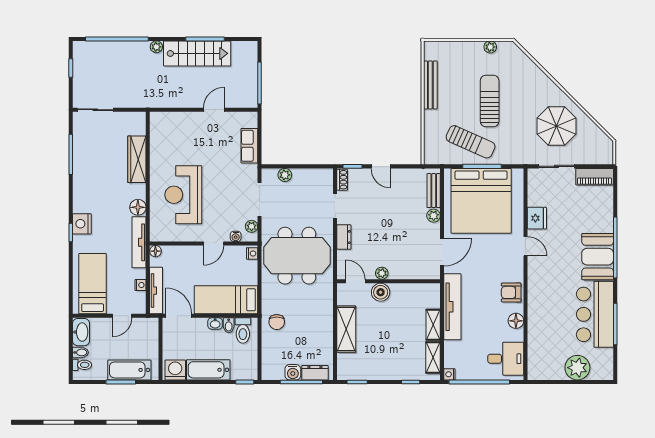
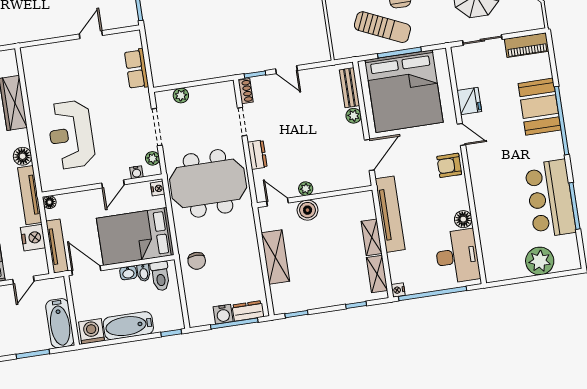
booth: (598, 257) -> (539, 107), moved
nightstand: (141, 285) -> (33, 238), width x1.89, depth x1.79
armchair: (511, 292) -> (449, 165), moved
bed: (226, 300) -> (135, 237), width x1.50
desk: (506, 359) -> (457, 256), width x1.37
bathtub: (129, 370) -> (60, 323), moved, turned -90

